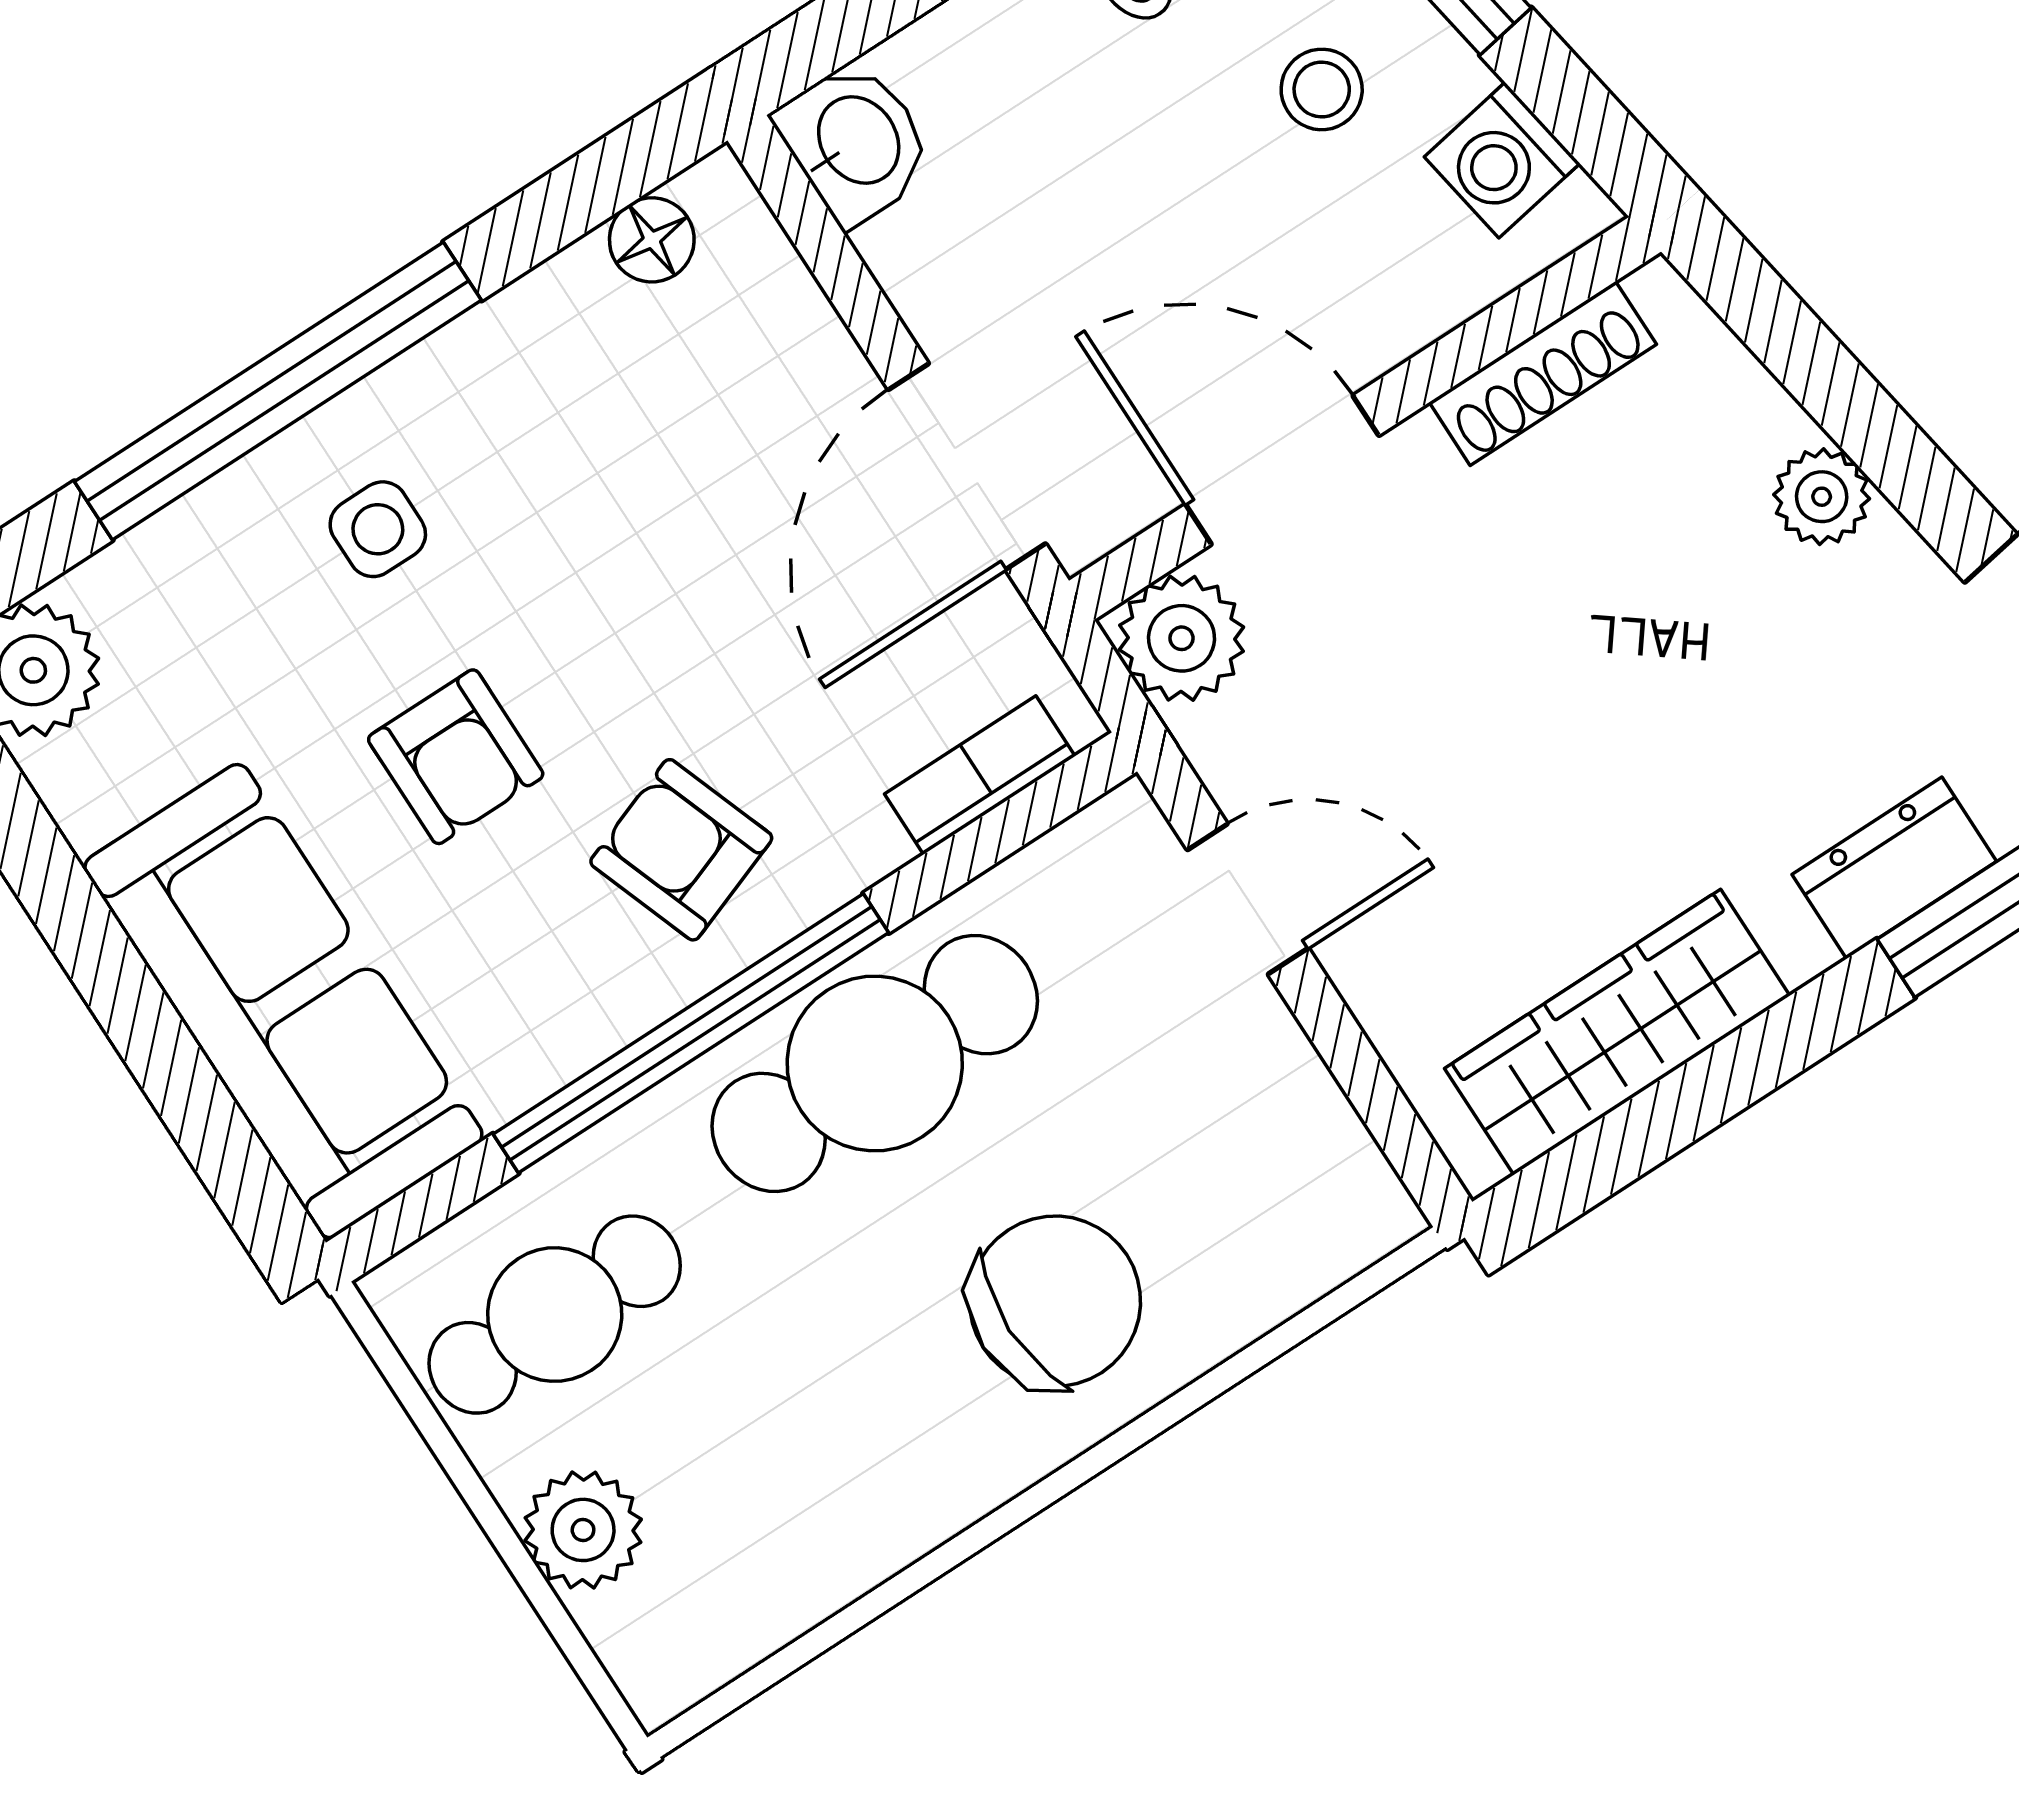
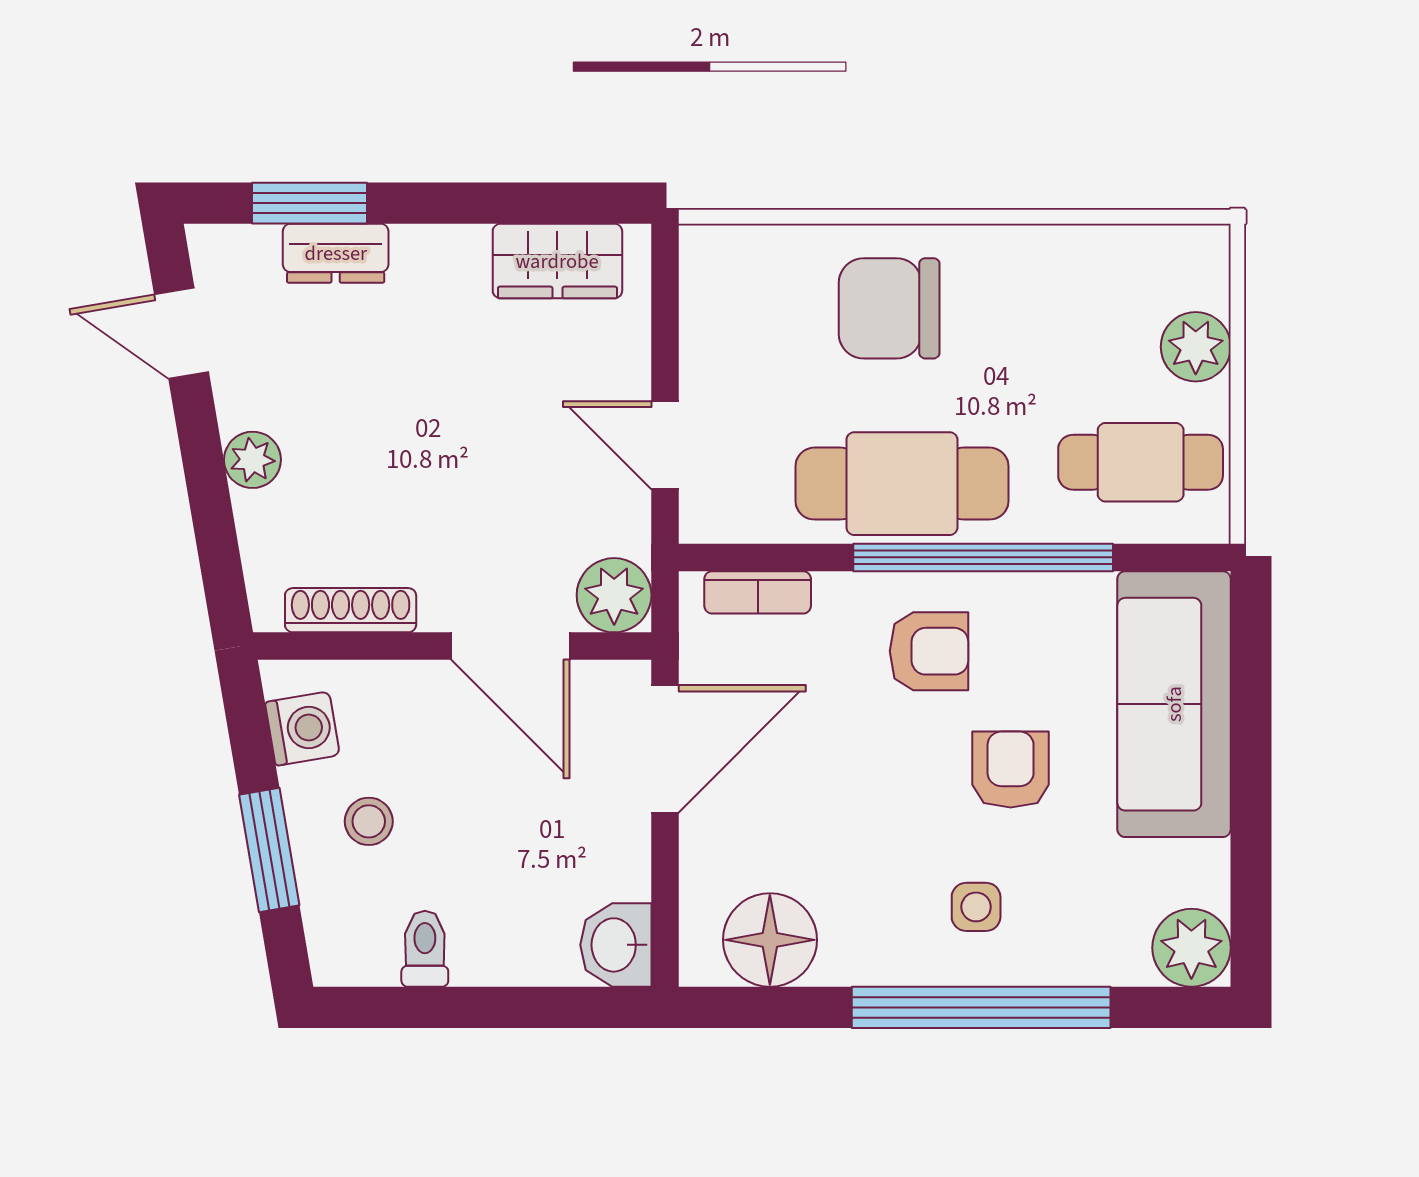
floor lamp: (652, 240) -> (770, 940), width x1.89, depth x1.89
armchair: (681, 850) -> (929, 651), turned -70
wardrobe: (1617, 1032) -> (557, 261), width x0.67

